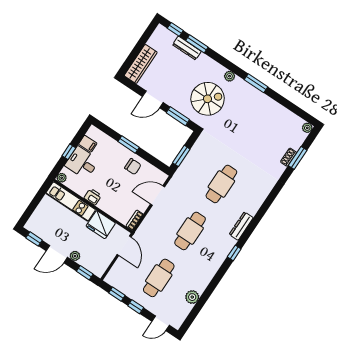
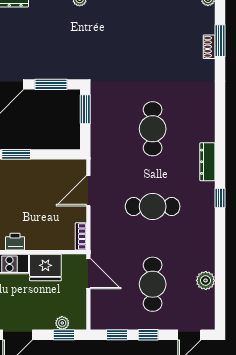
spiral stairs: (208, 99) -> (72, 42), removed
window: (181, 156) -> (85, 109), moved
chair: (133, 167) -> (38, 176), removed
cafe table: (190, 231) -> (153, 206), turned 90
plant: (75, 256) -> (62, 323), moved

